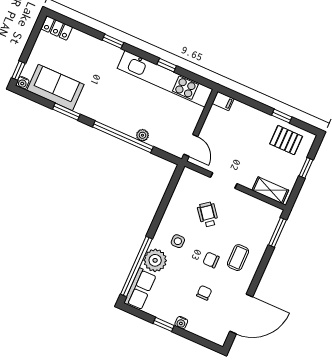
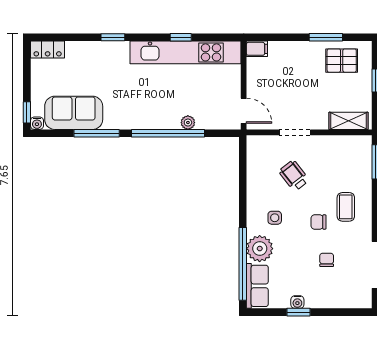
window: (66, 112) -> (97, 133), width x1.44
window: (282, 116) -> (326, 37), width x1.50
water cooler: (181, 323) -> (297, 302), moved

